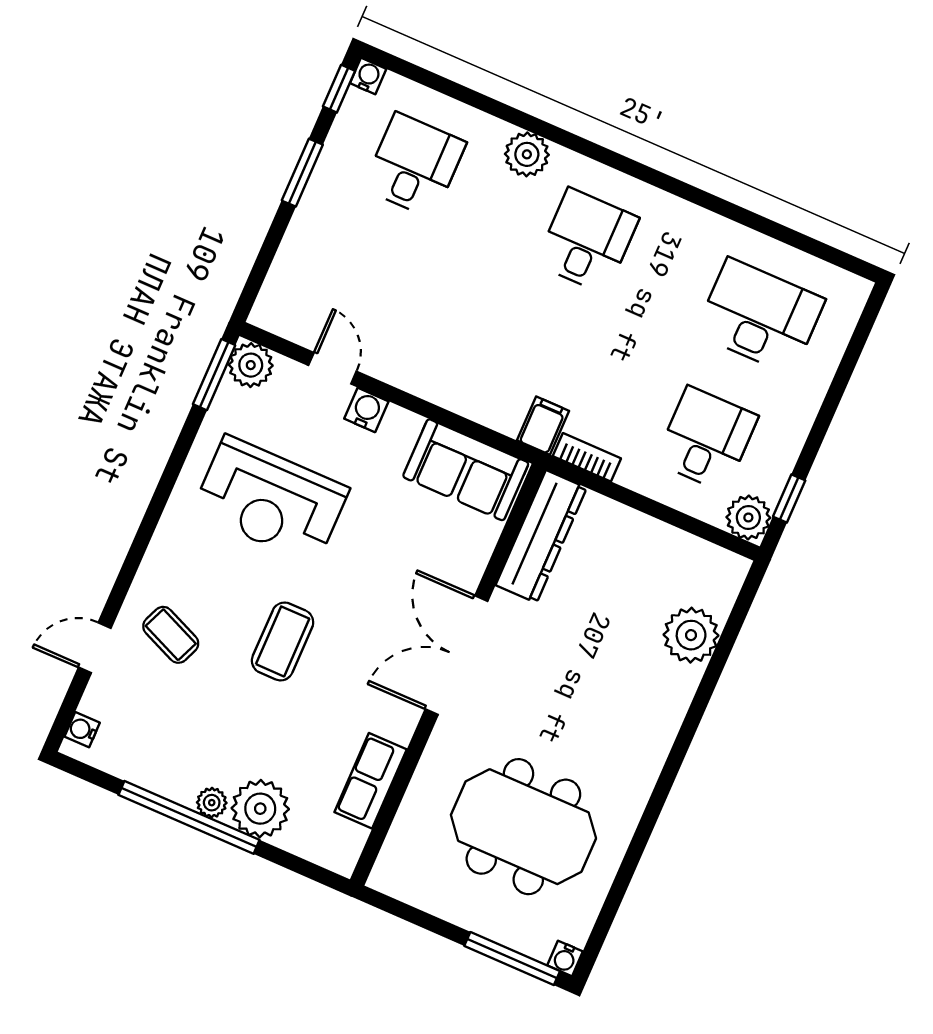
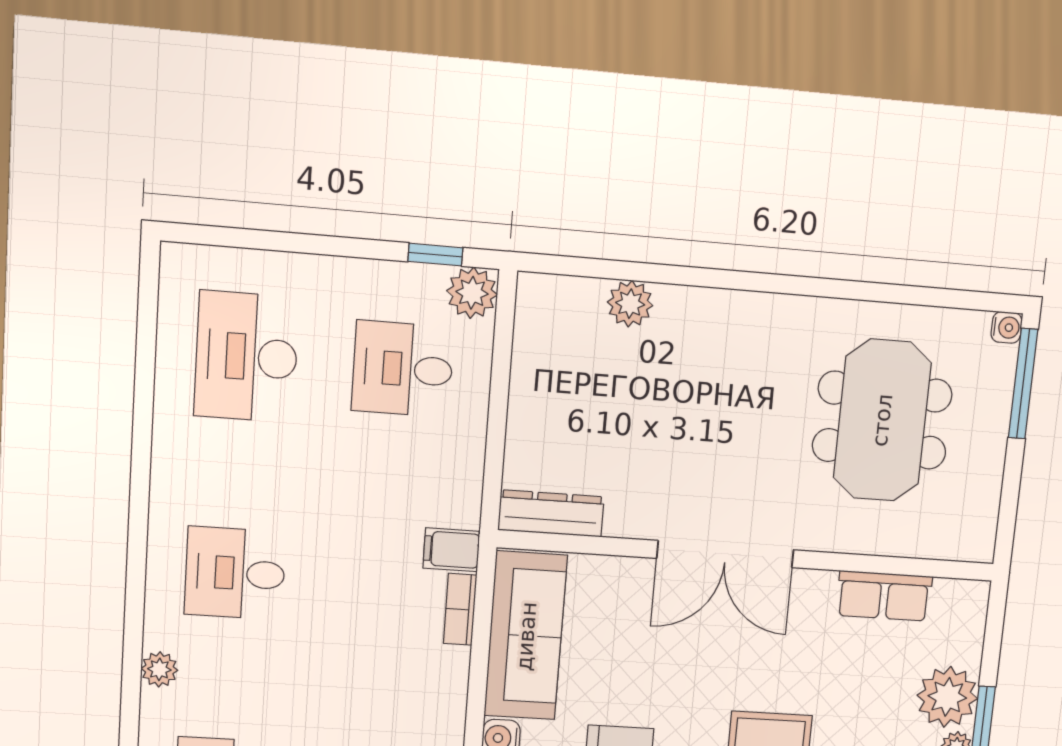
plant: (527, 154) -> (159, 669), width x0.73, depth x0.73
bookcase: (587, 457) -> (460, 609), moved
sofa: (466, 470) -> (526, 636), width x1.36
dresser: (541, 536) -> (551, 513), width x0.73, depth x0.80
plant: (691, 635) -> (630, 304), width x0.73, depth x0.73

